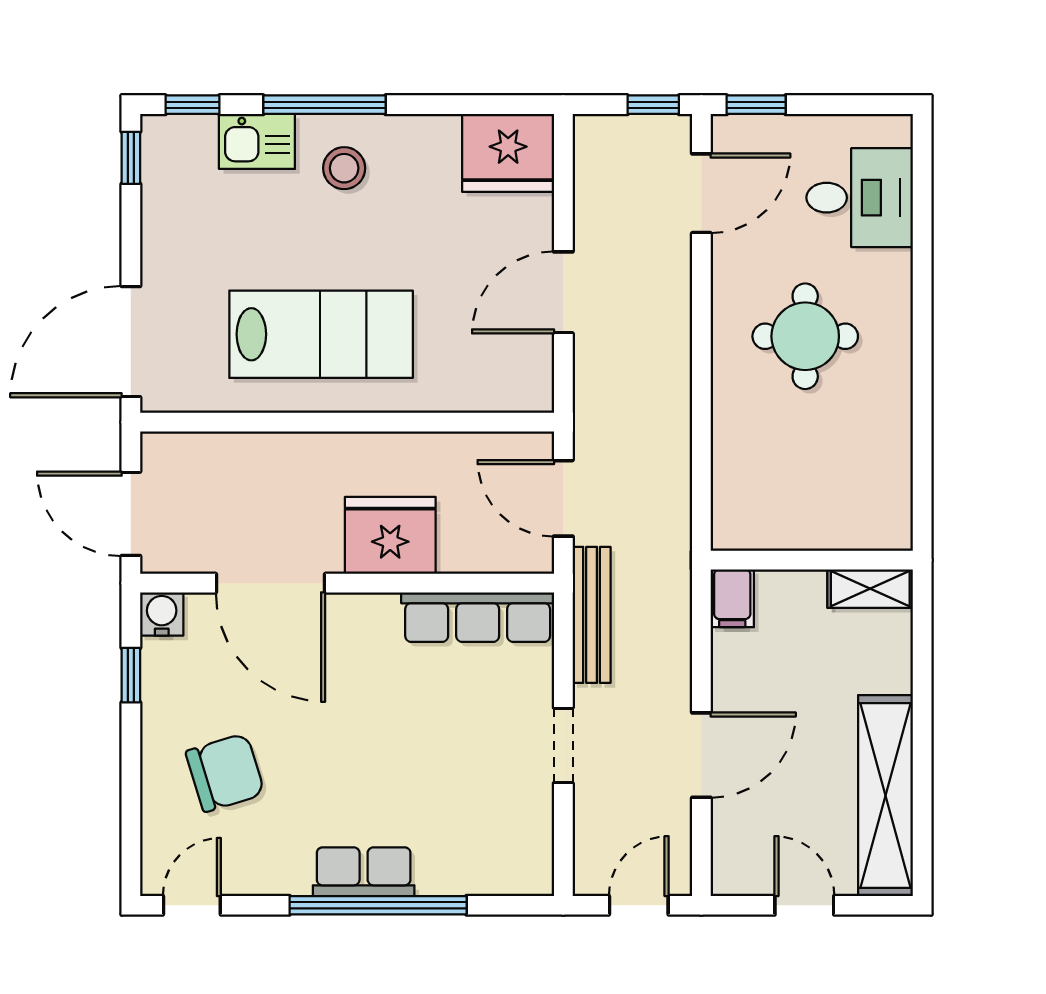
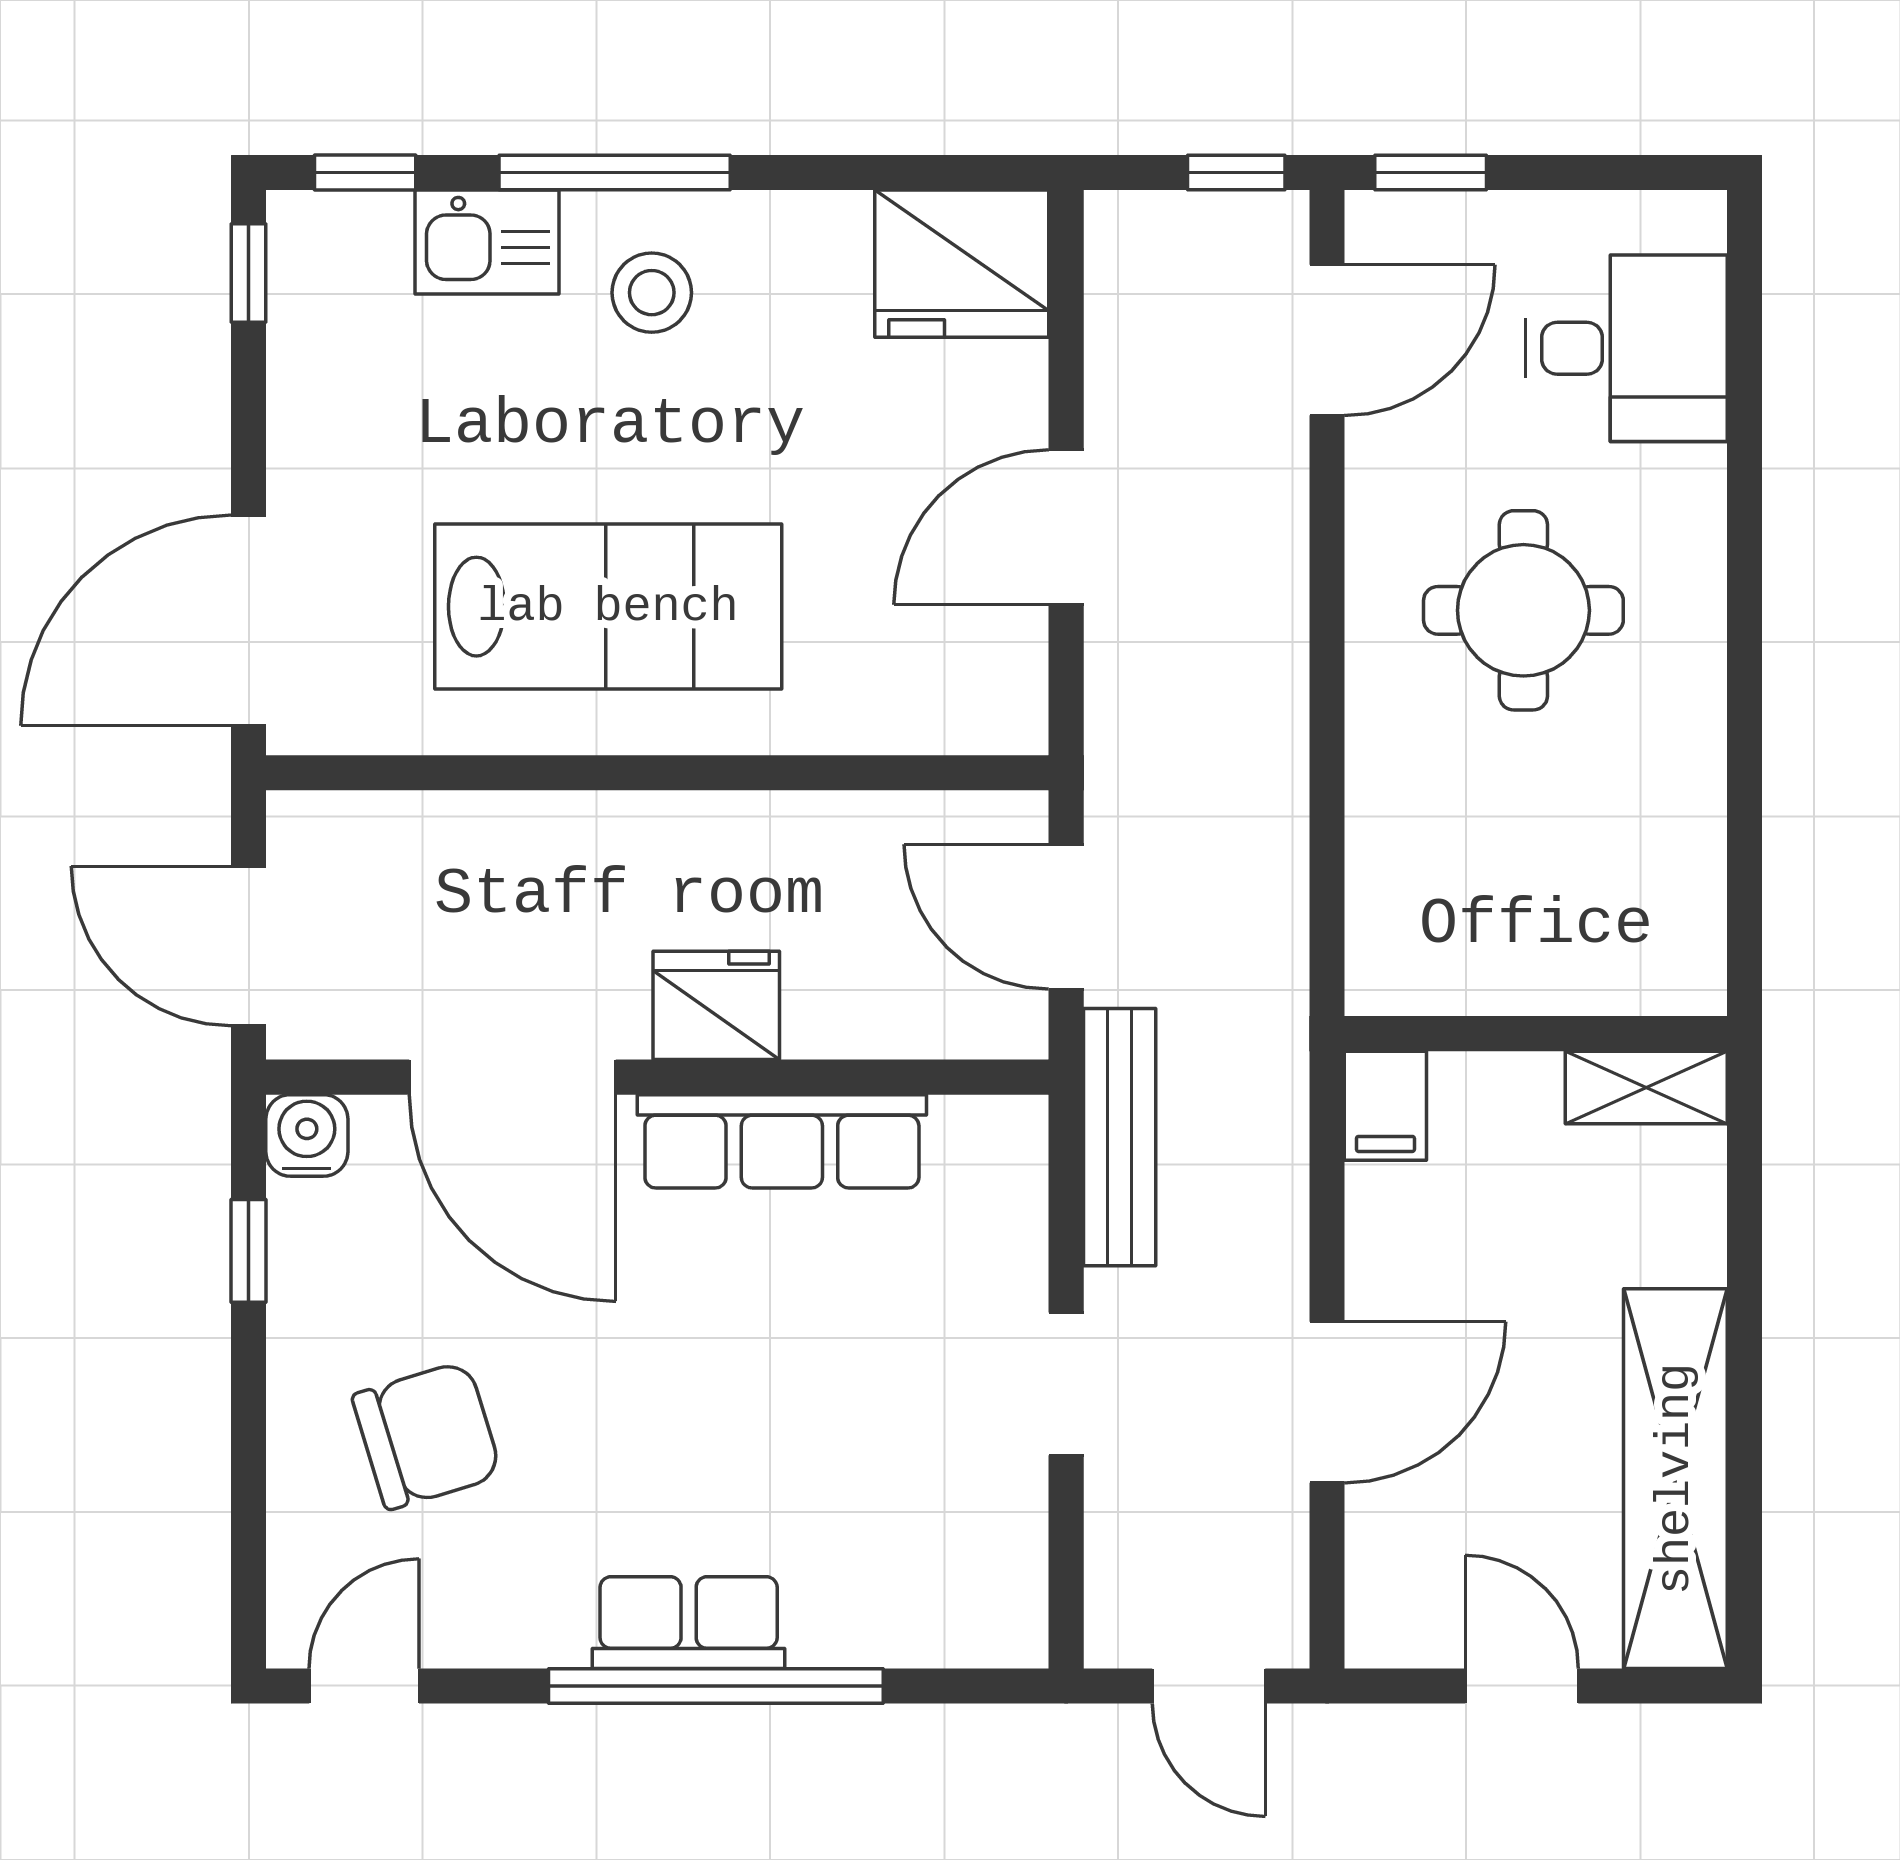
fridge: (390, 535) -> (716, 1005), width x0.73, depth x0.75
row of seats: (478, 617) -> (782, 1141), moved
door: (639, 905) -> (1209, 1686), swing flipped

